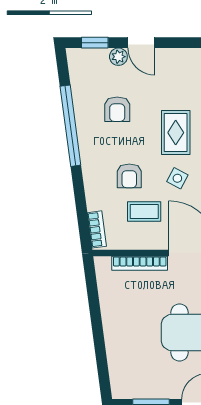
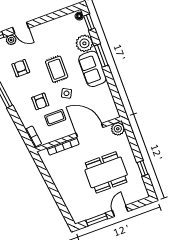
armchair: (117, 109) -> (21, 68), turned 180

